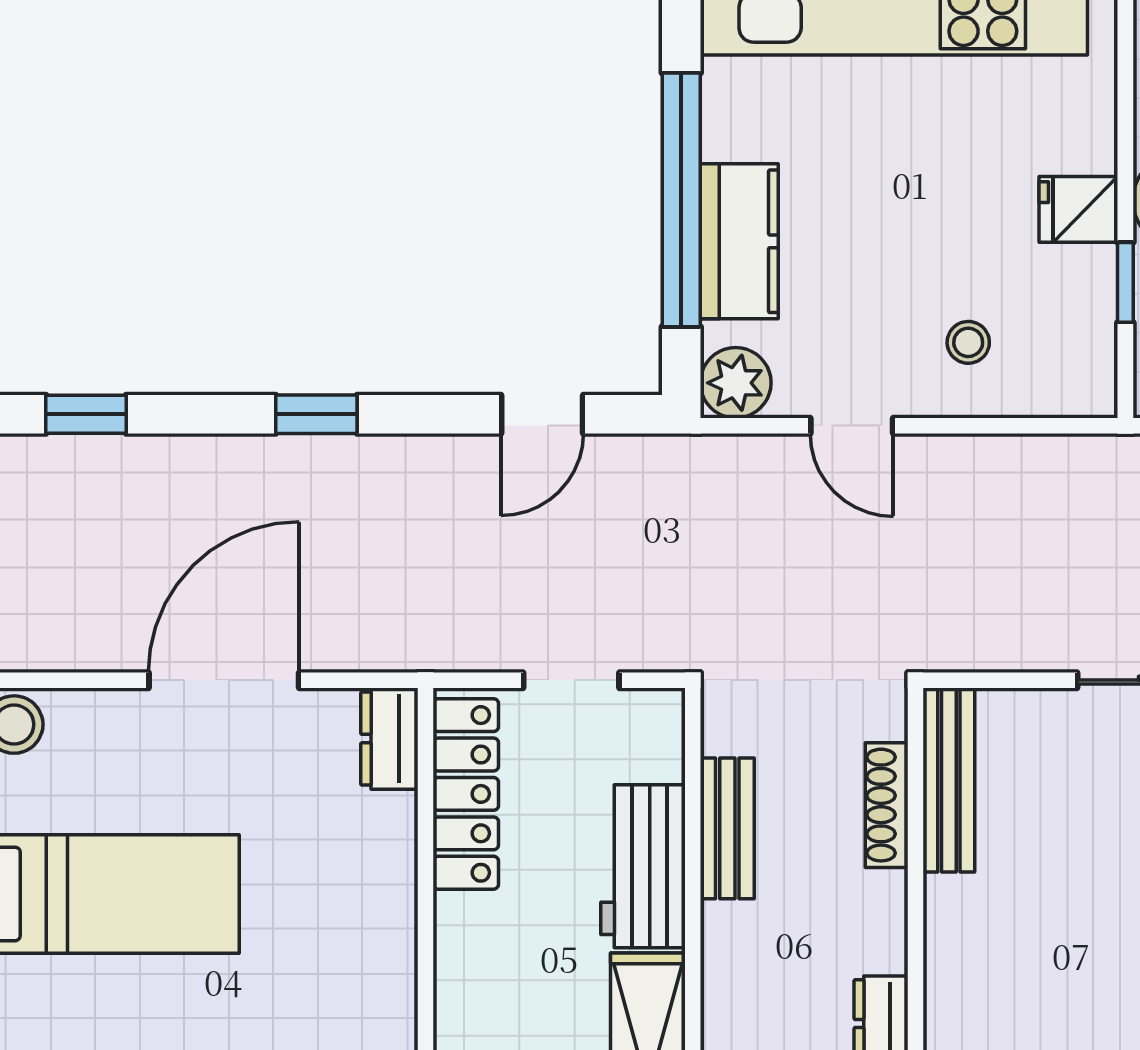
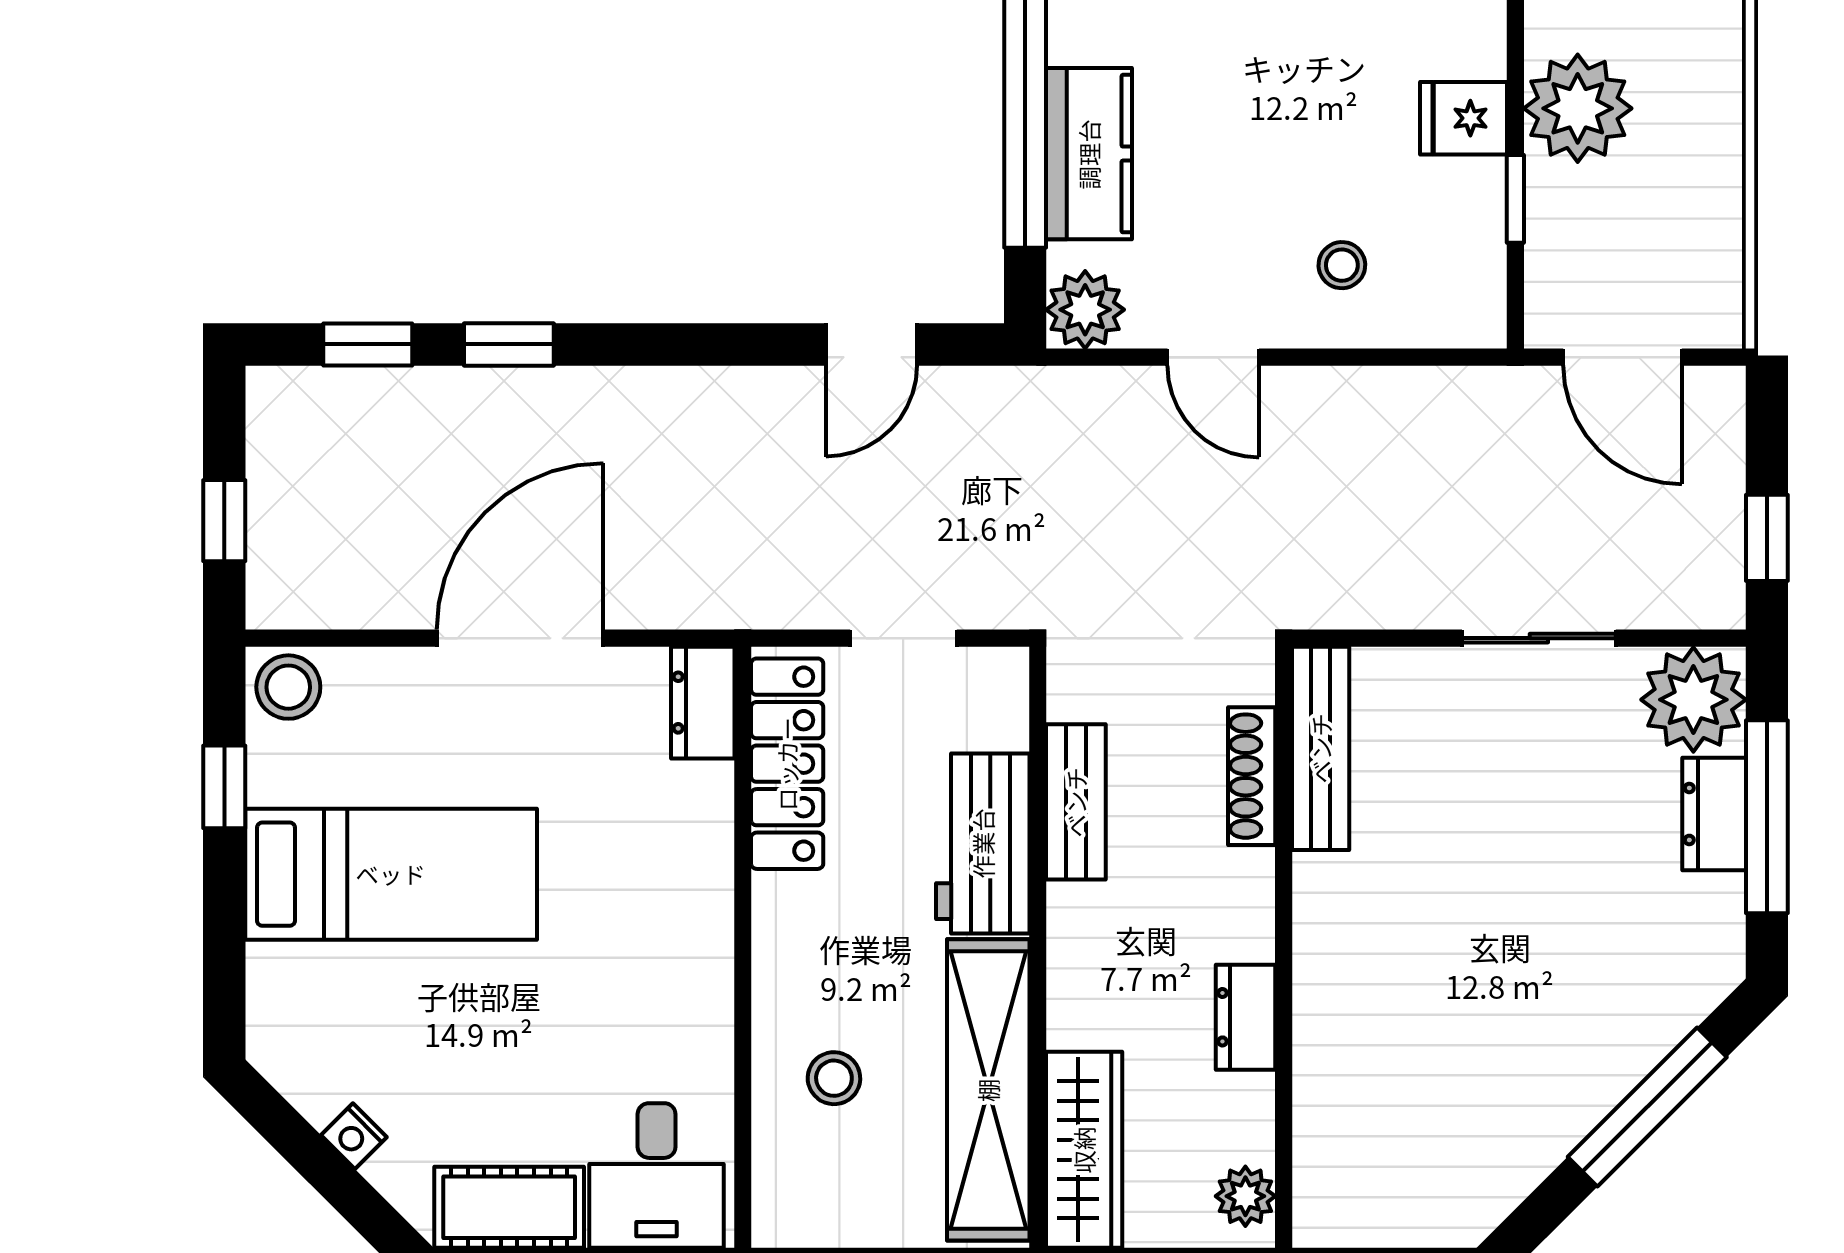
window: (316, 414) -> (509, 344), moved

